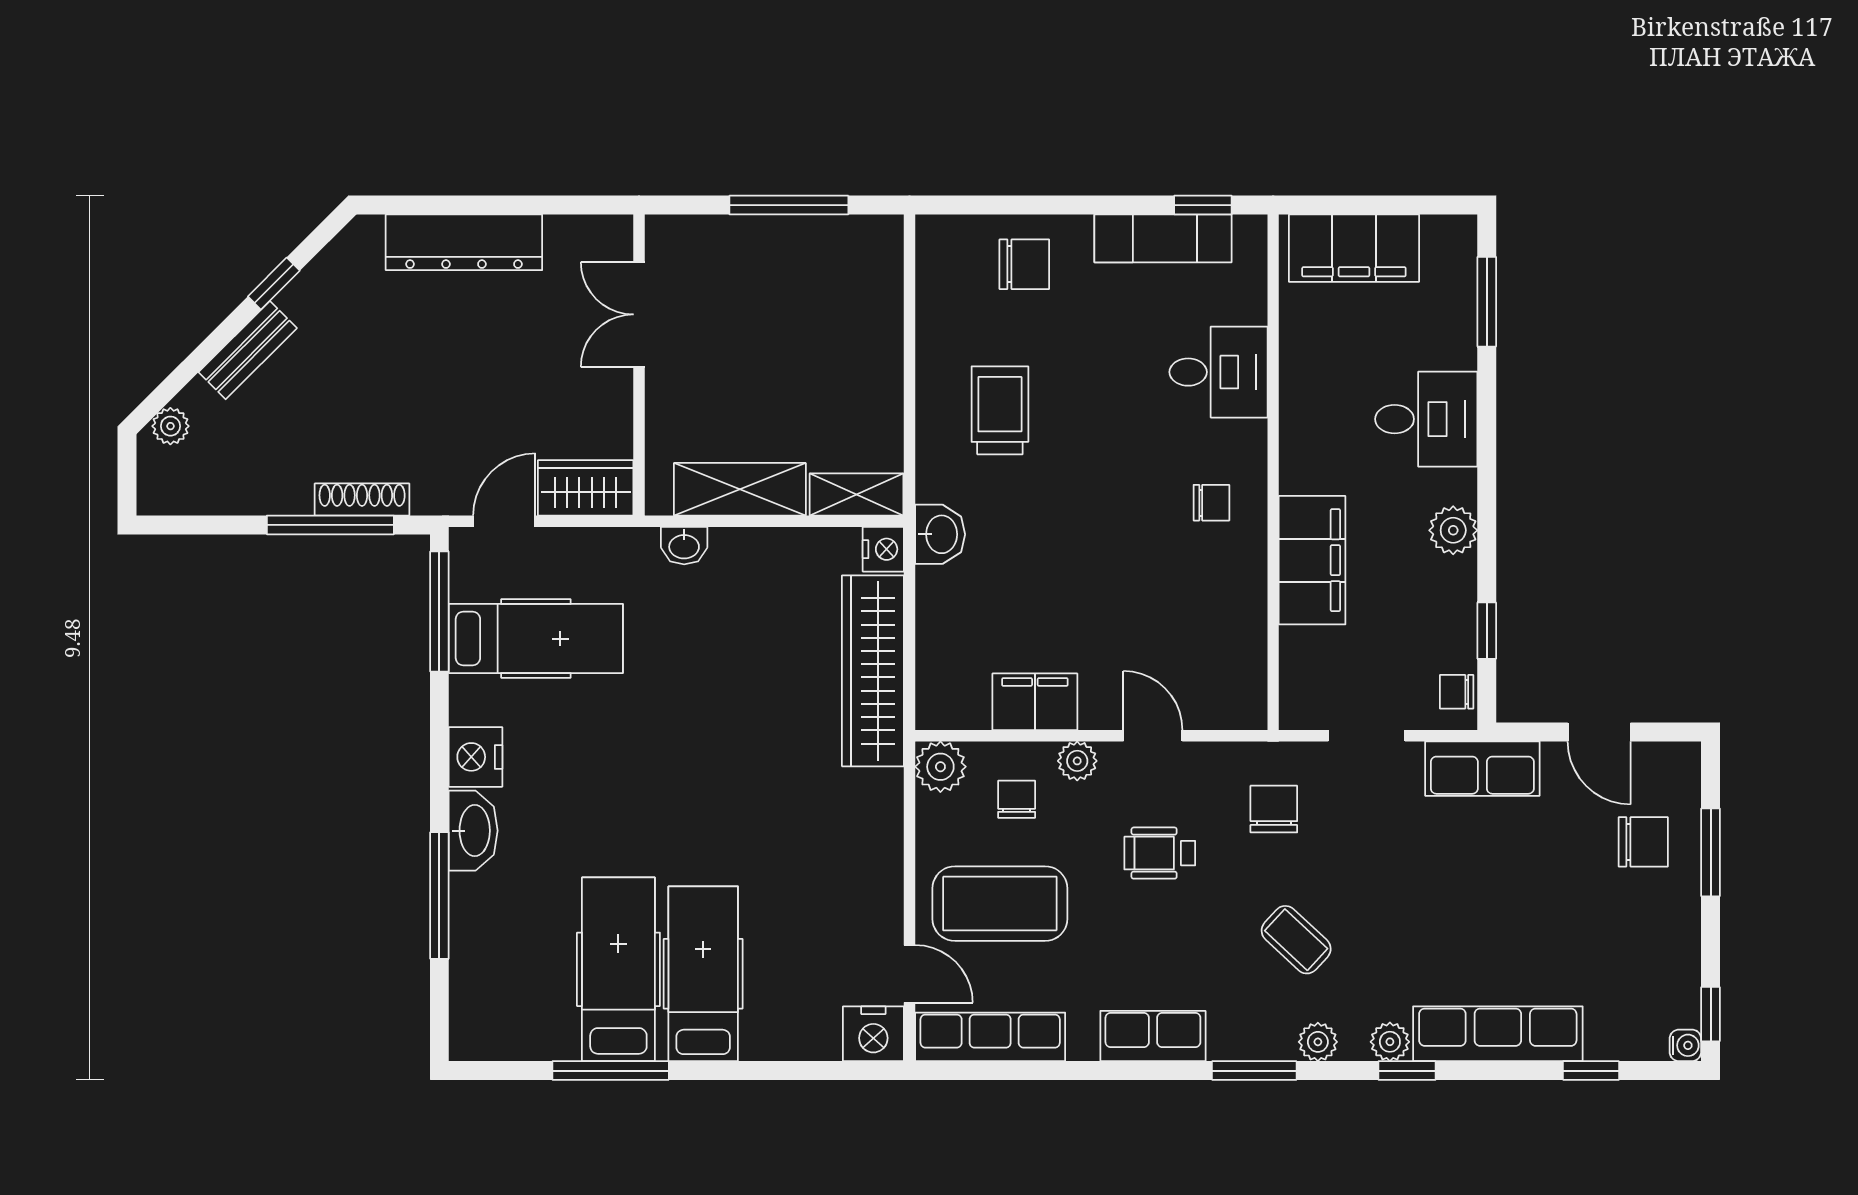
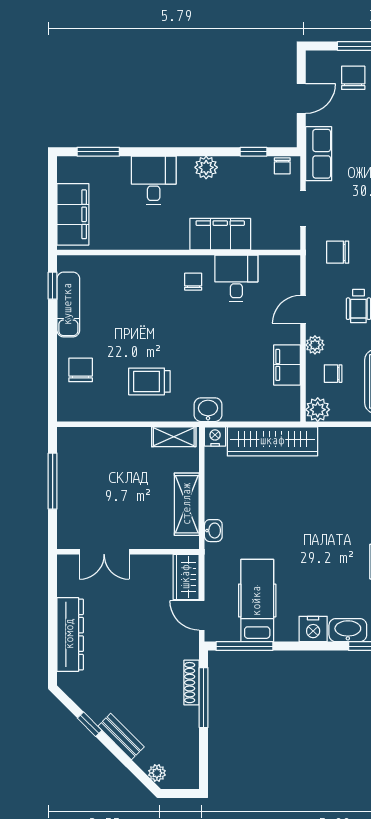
desk: (1219, 372) -> (236, 278), moved
shelving: (856, 495) -> (174, 437), moved, turned 90

